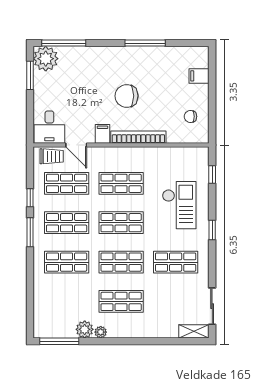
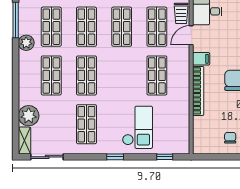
chair: (190, 116) -> (230, 138), moved
checkout: (179, 205) -> (137, 127), turned -90
shop shelf: (121, 223) -> (51, 27), moved
plant: (101, 332) -> (29, 116), moved, width x1.88, depth x1.88

